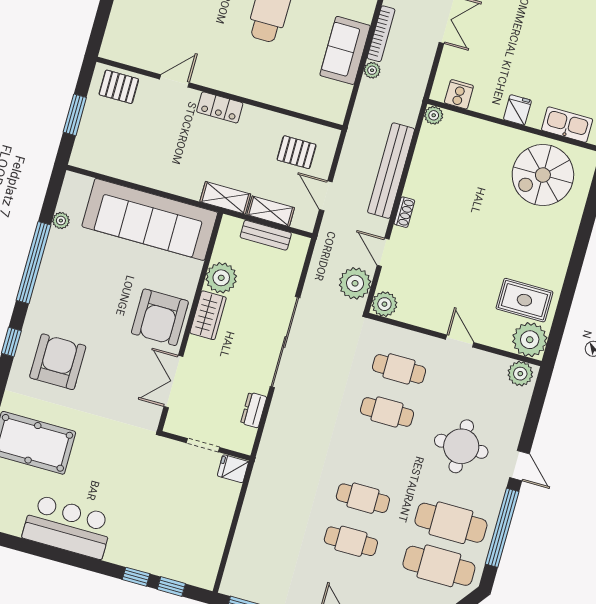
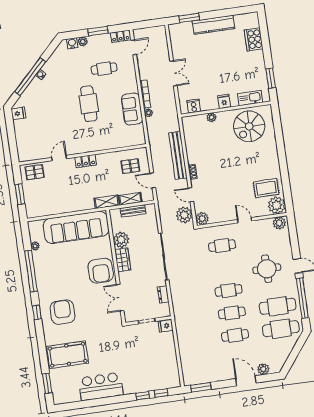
plant: (434, 115) -> (212, 117), moved
cafe table: (387, 412) -> (229, 290), moved

